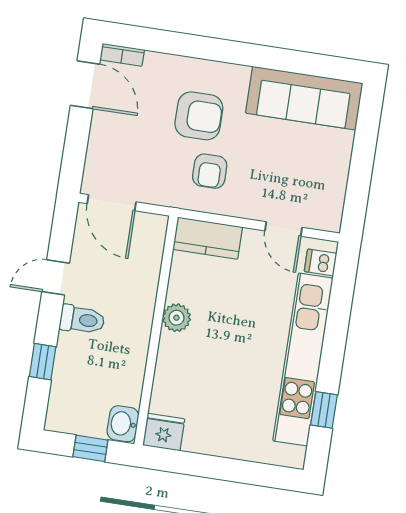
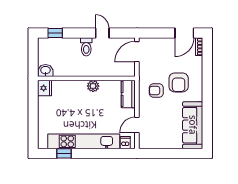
window: (43, 362) -> (55, 33), moved
window: (90, 448) -> (33, 58), removed

